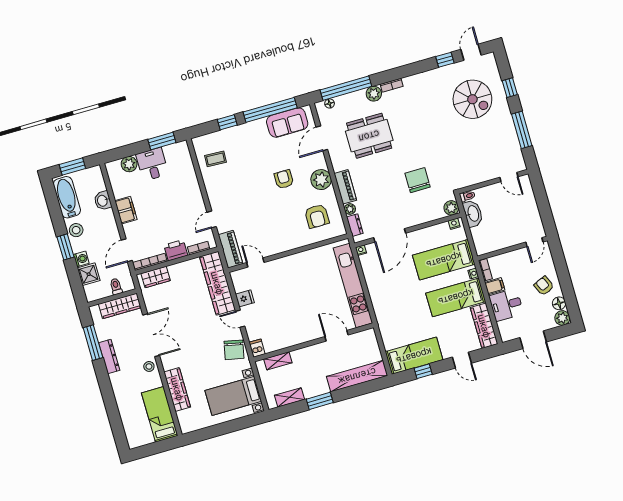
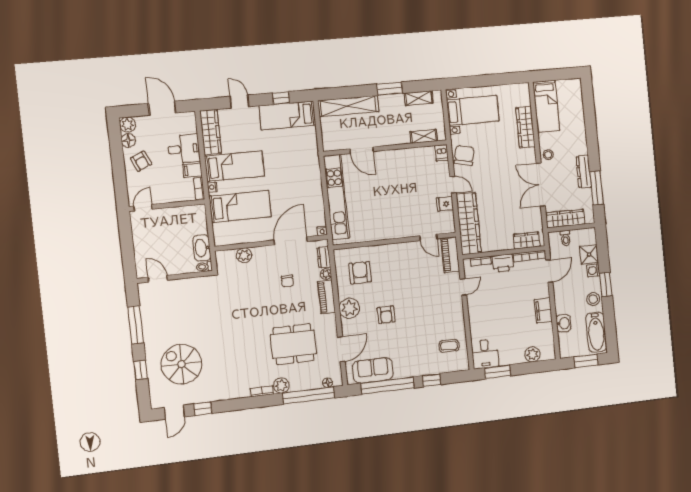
desk: (152, 164) -> (485, 354), moved
chair: (418, 180) -> (287, 281), moved, width x0.54, depth x0.54
plant: (451, 208) -> (244, 255), moved
nightstand: (454, 224) -> (223, 241), removed

